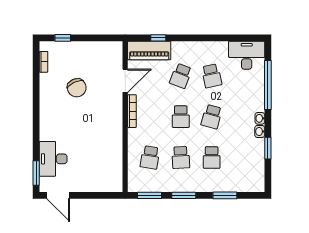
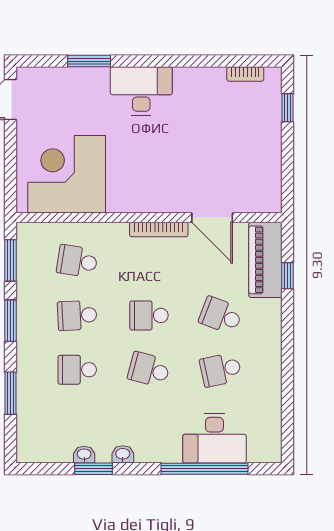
desk: (247, 55) -> (214, 438), moved, turned 90
chair: (77, 88) -> (200, 132), removed
washbasin: (260, 118) -> (84, 455), moved
desk: (53, 159) -> (141, 91), moved
corner desk: (101, 163) -> (67, 174), added
window: (36, 173) -> (89, 61), moved

